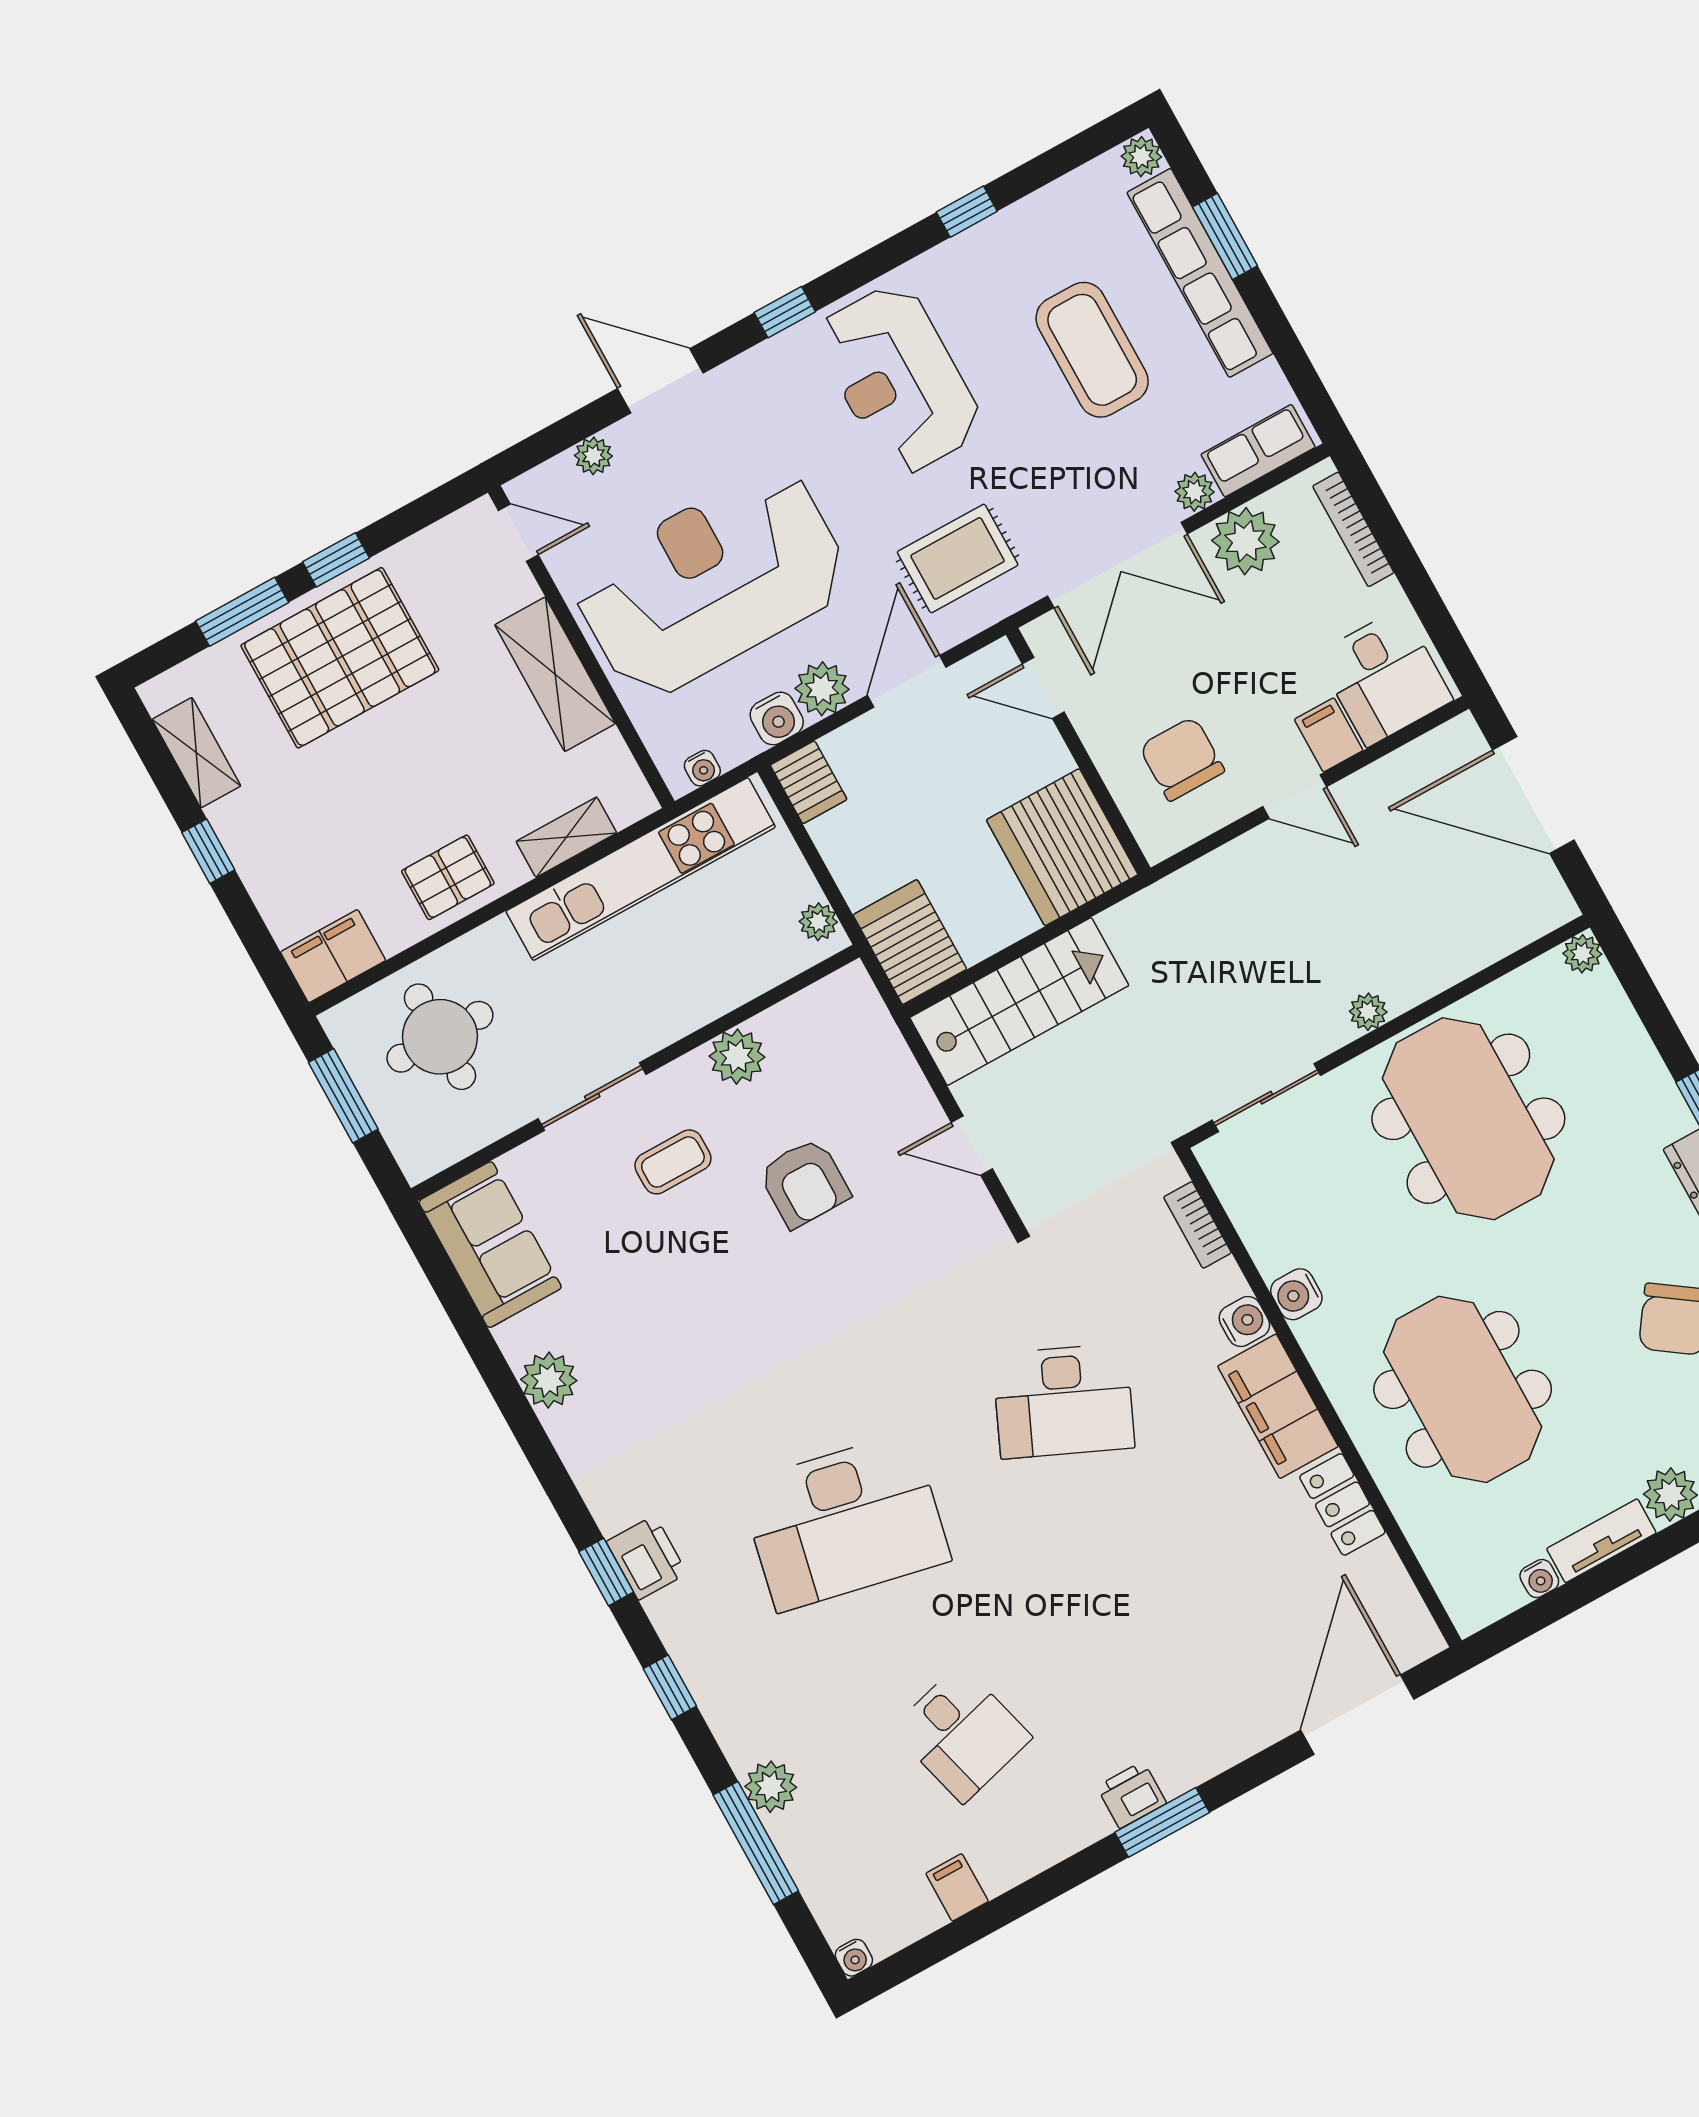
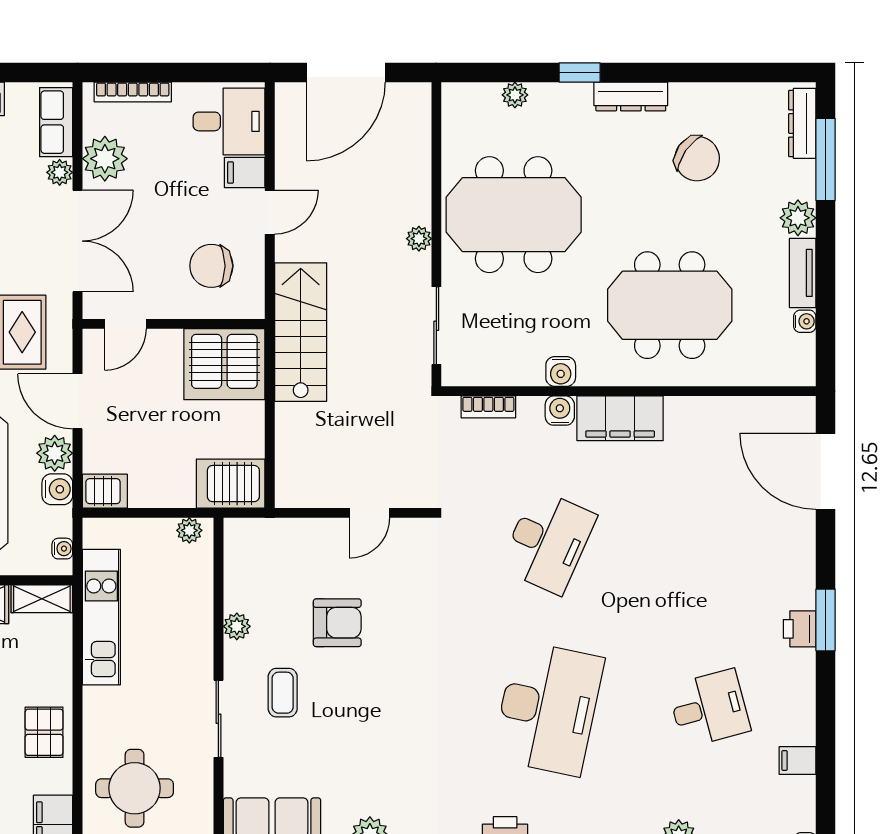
shelving: (566, 837) -> (42, 599), moved, turned 90
kitchen unit: (641, 869) -> (101, 617), width x0.73
plant: (1582, 954) -> (515, 95), moved
stairs: (1019, 1002) -> (301, 332), moved
plant: (737, 1057) -> (237, 626), width x0.73, depth x0.73
locker: (1342, 1504) -> (698, 412), removed

